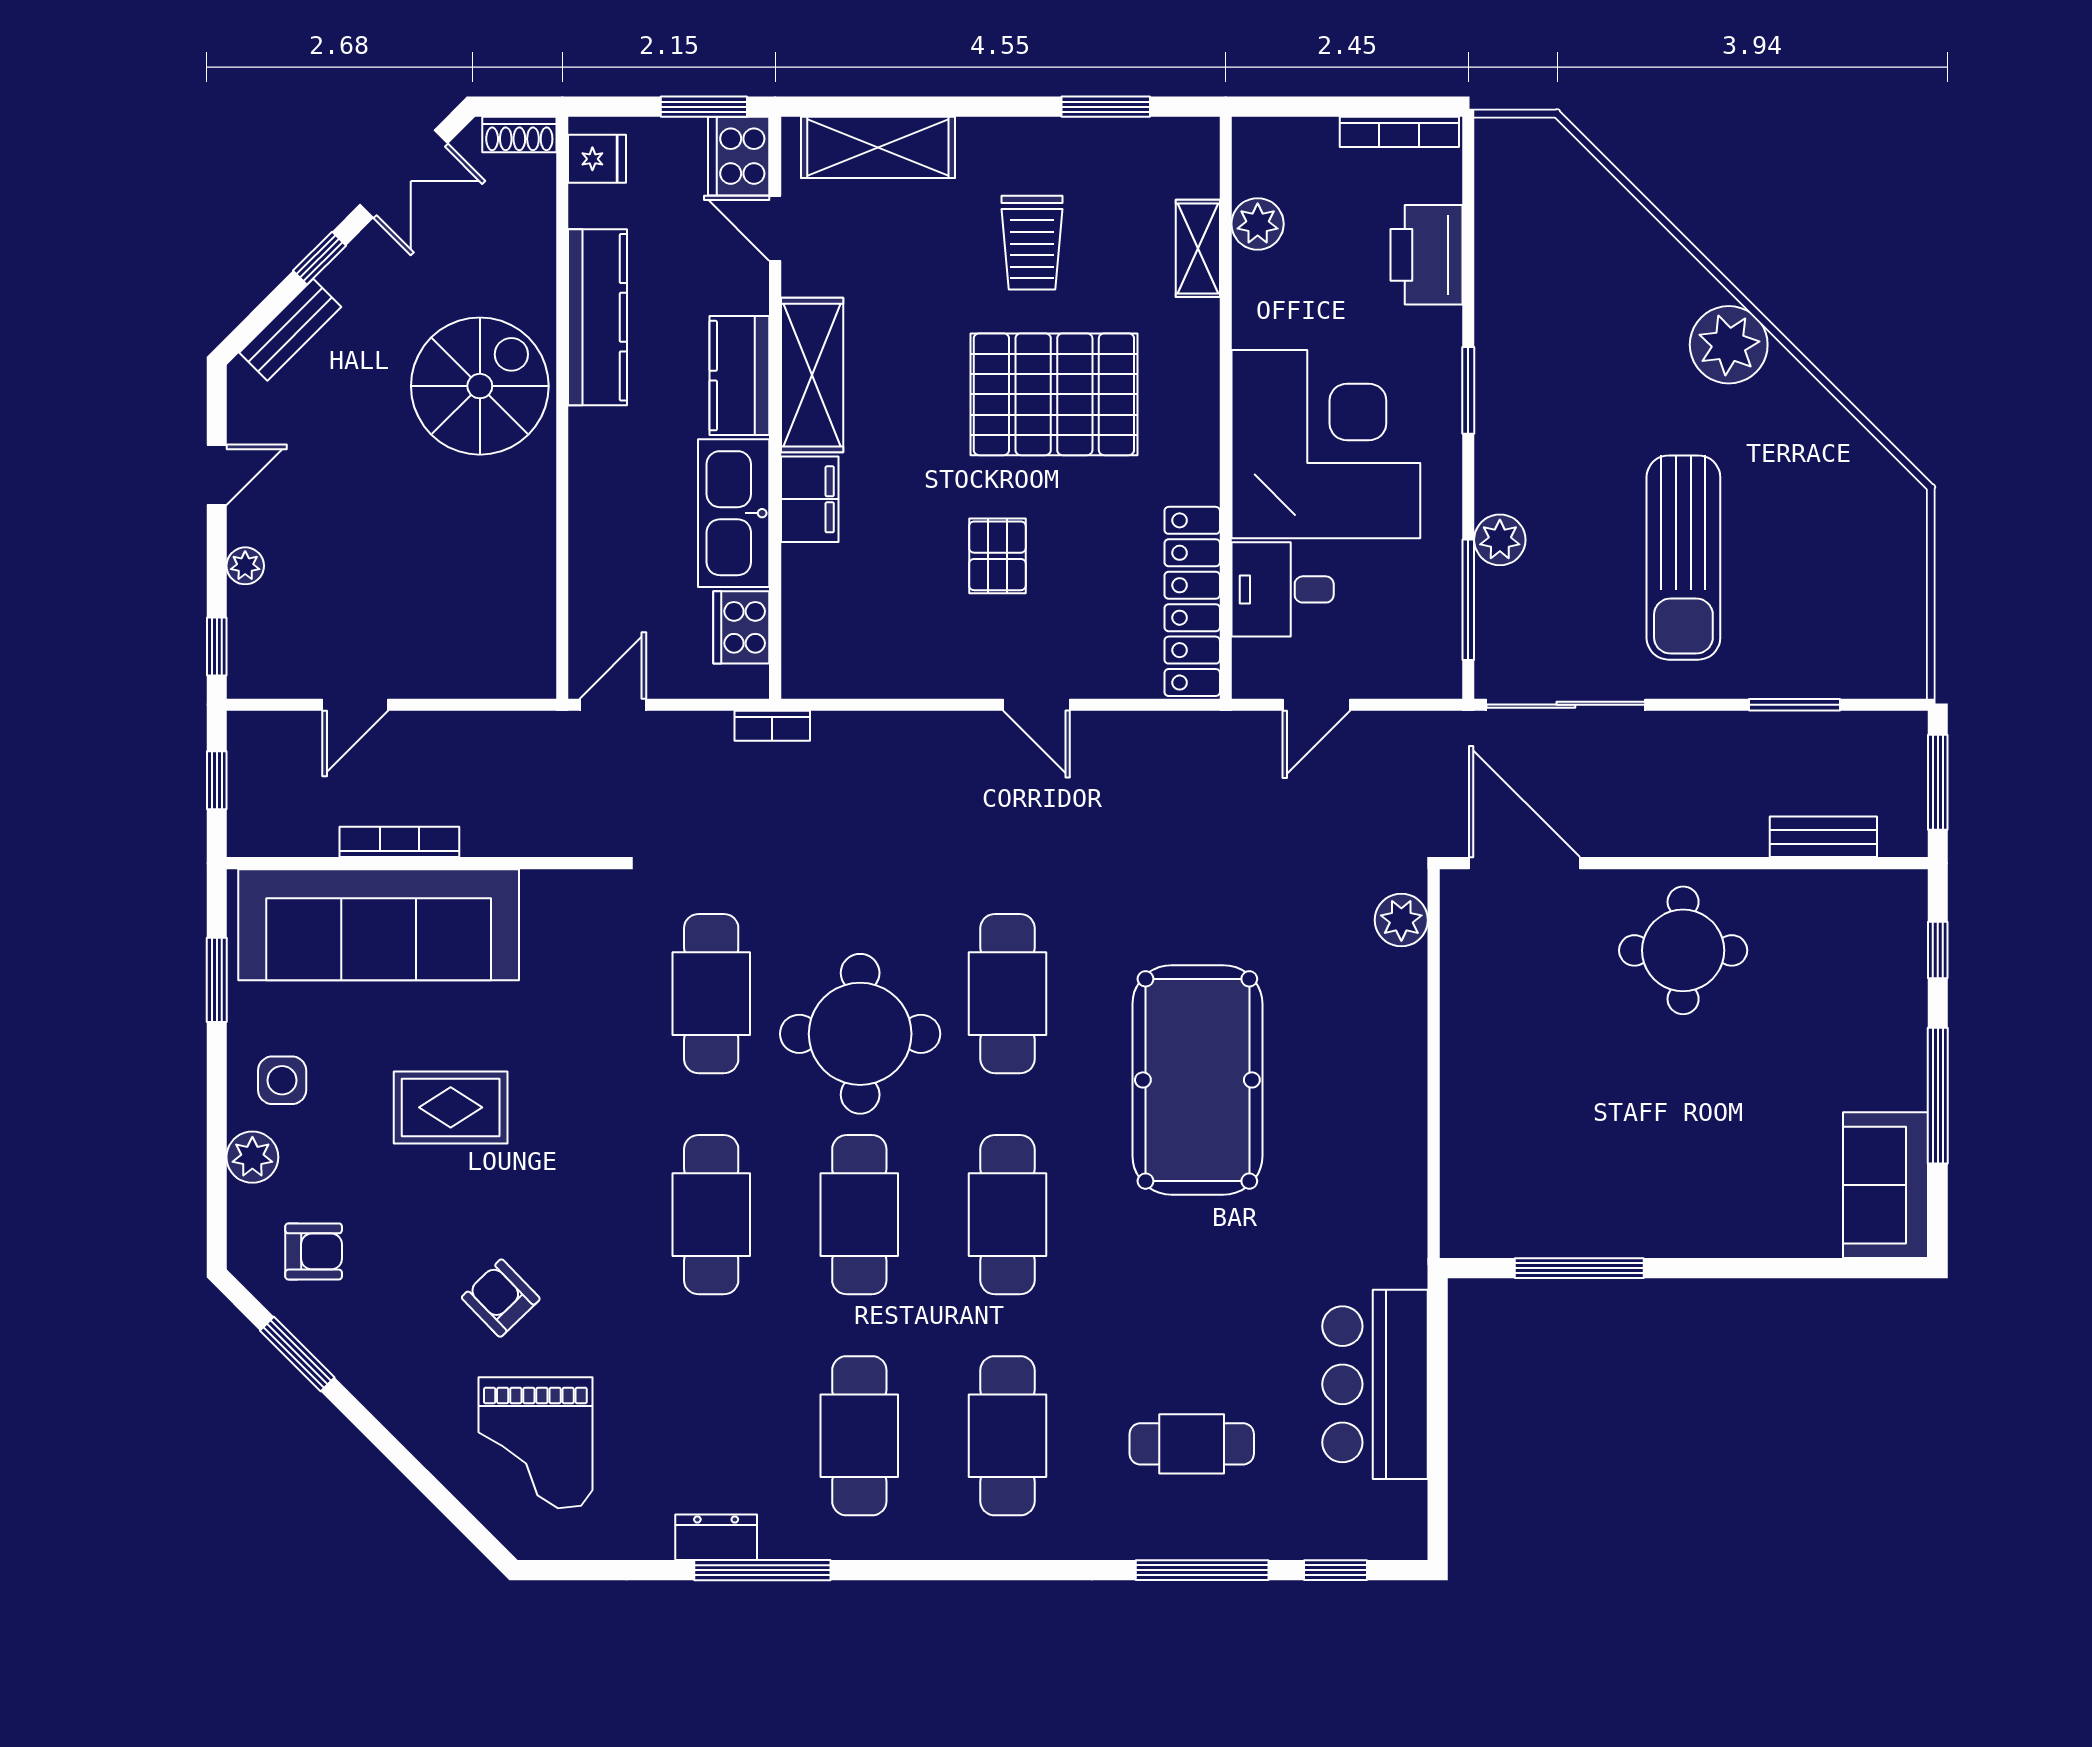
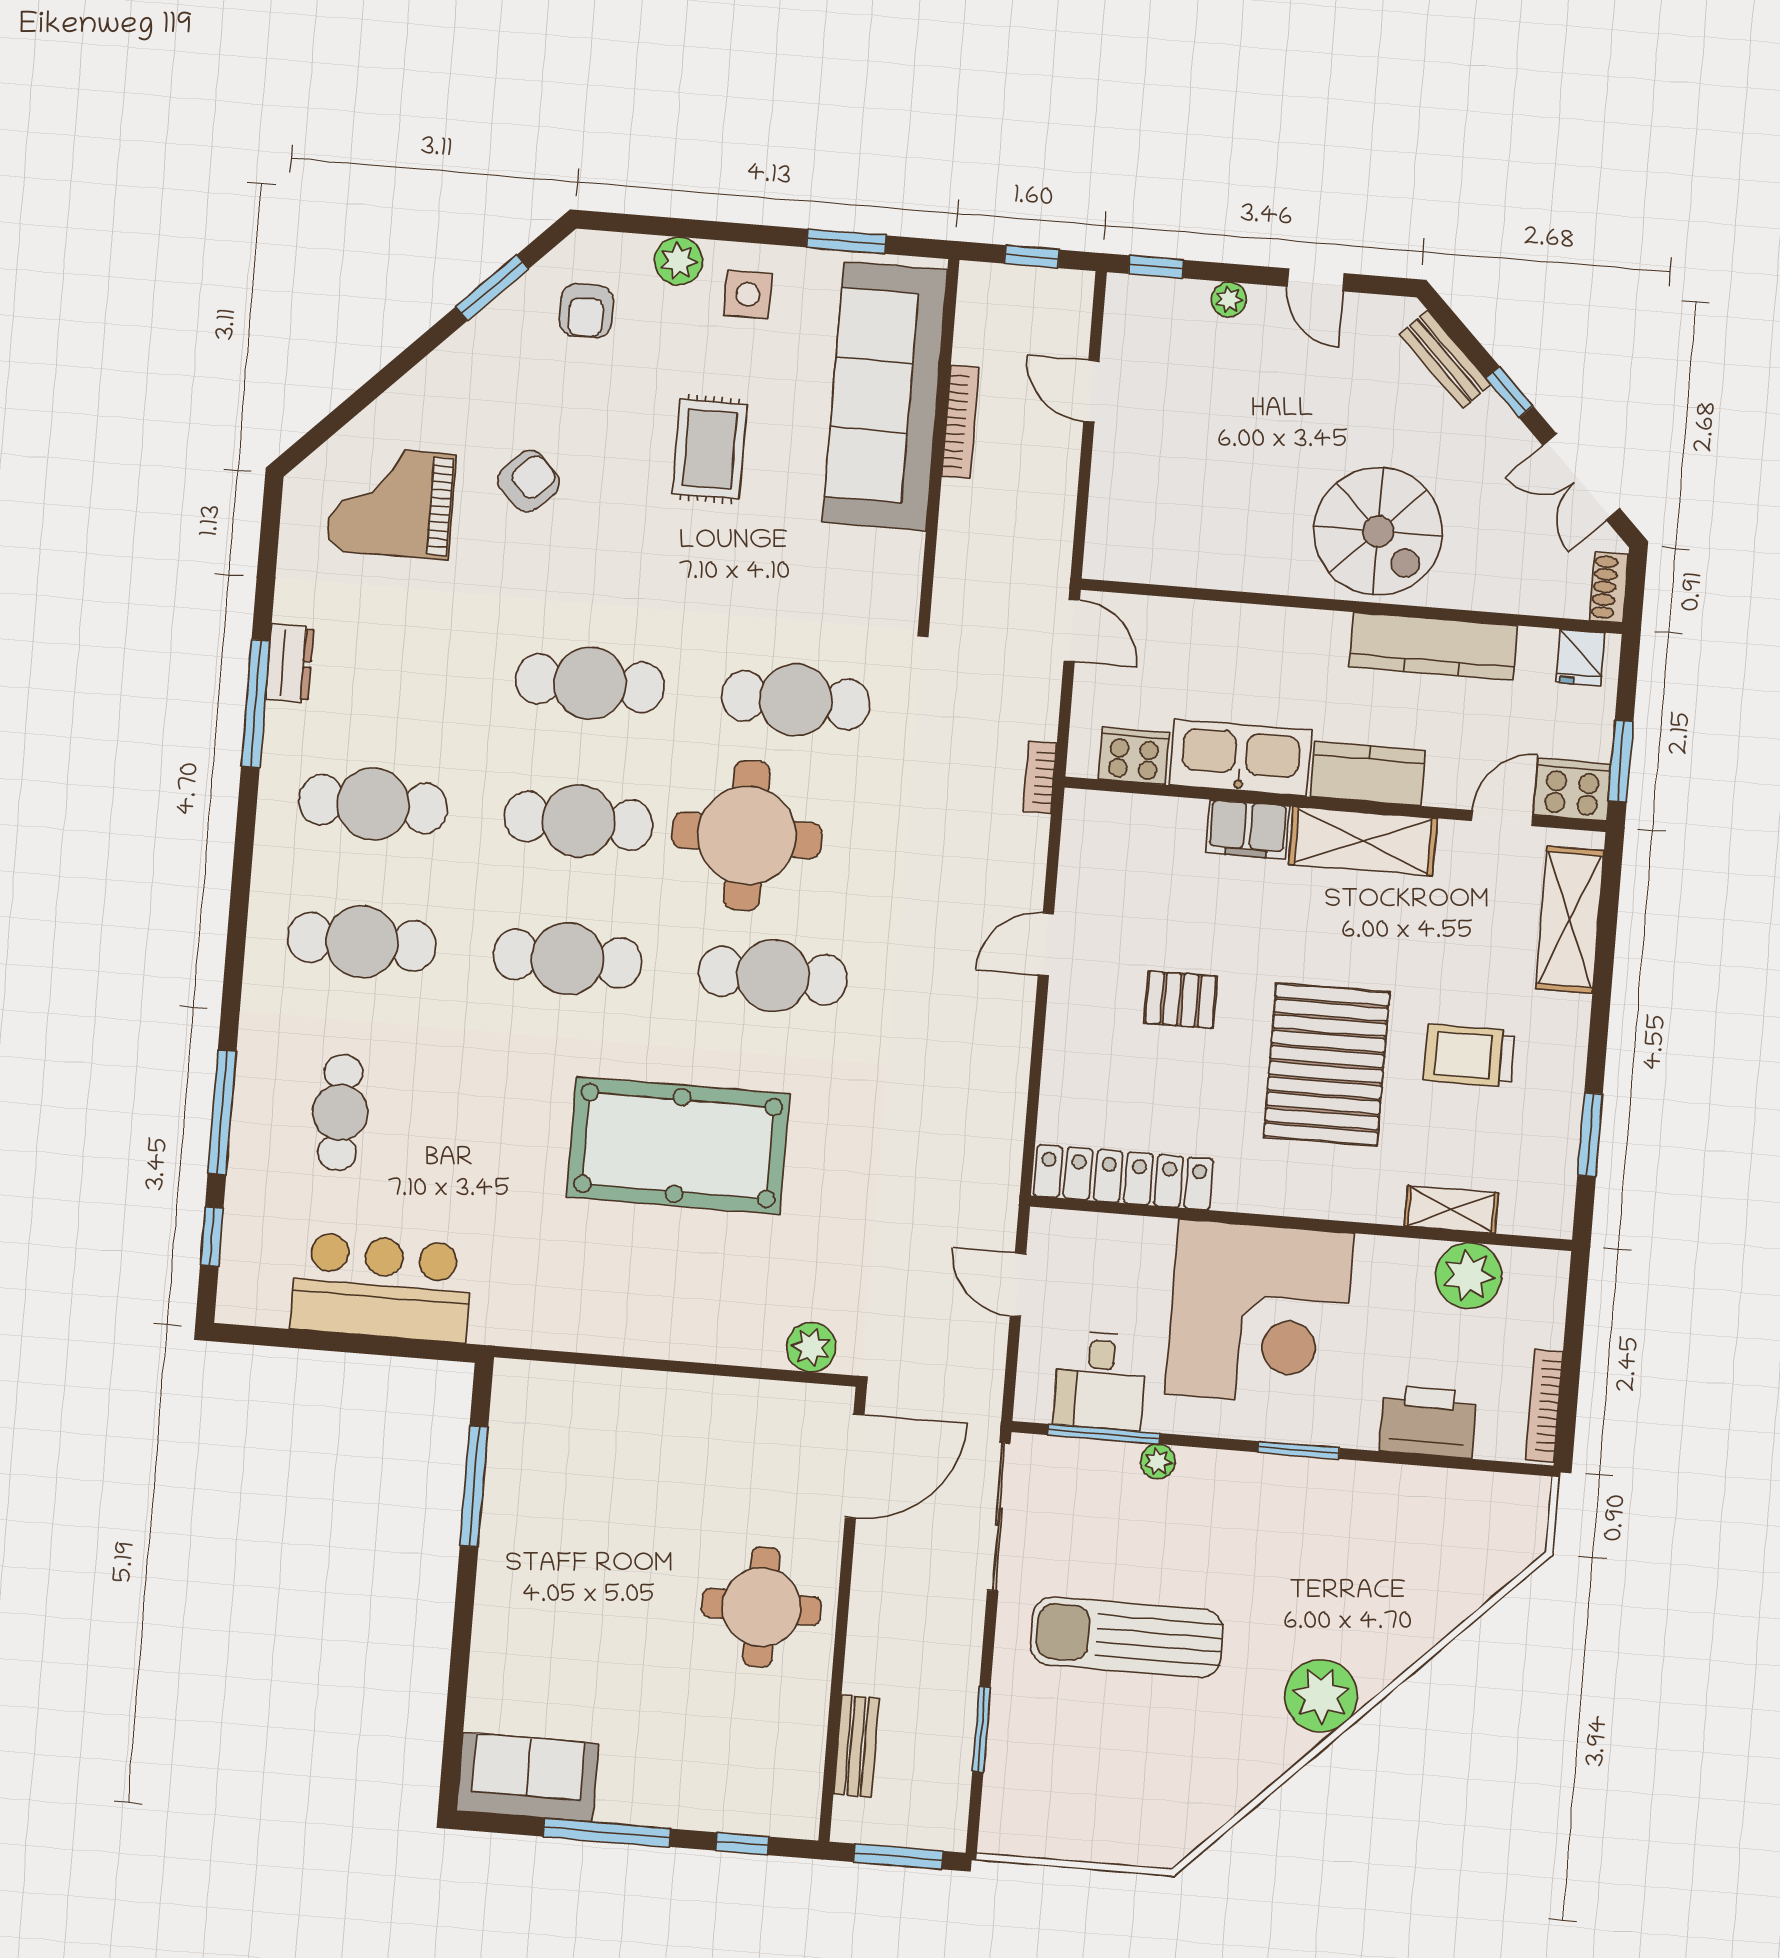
plant: (1258, 224) -> (1469, 1276), width x1.36, depth x1.36
plant: (1500, 540) -> (1158, 1461), width x0.73, depth x0.73
desk: (1283, 589) -> (1100, 1381), moved, turned 180
door: (1036, 705) -> (1046, 944), moved

